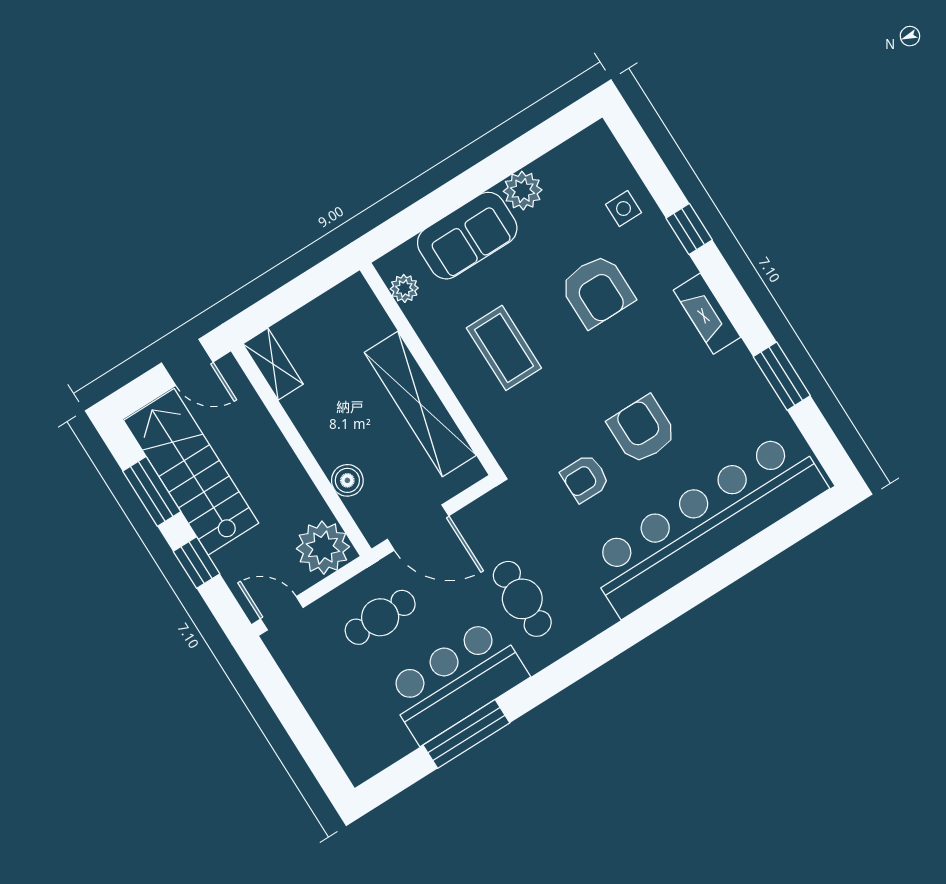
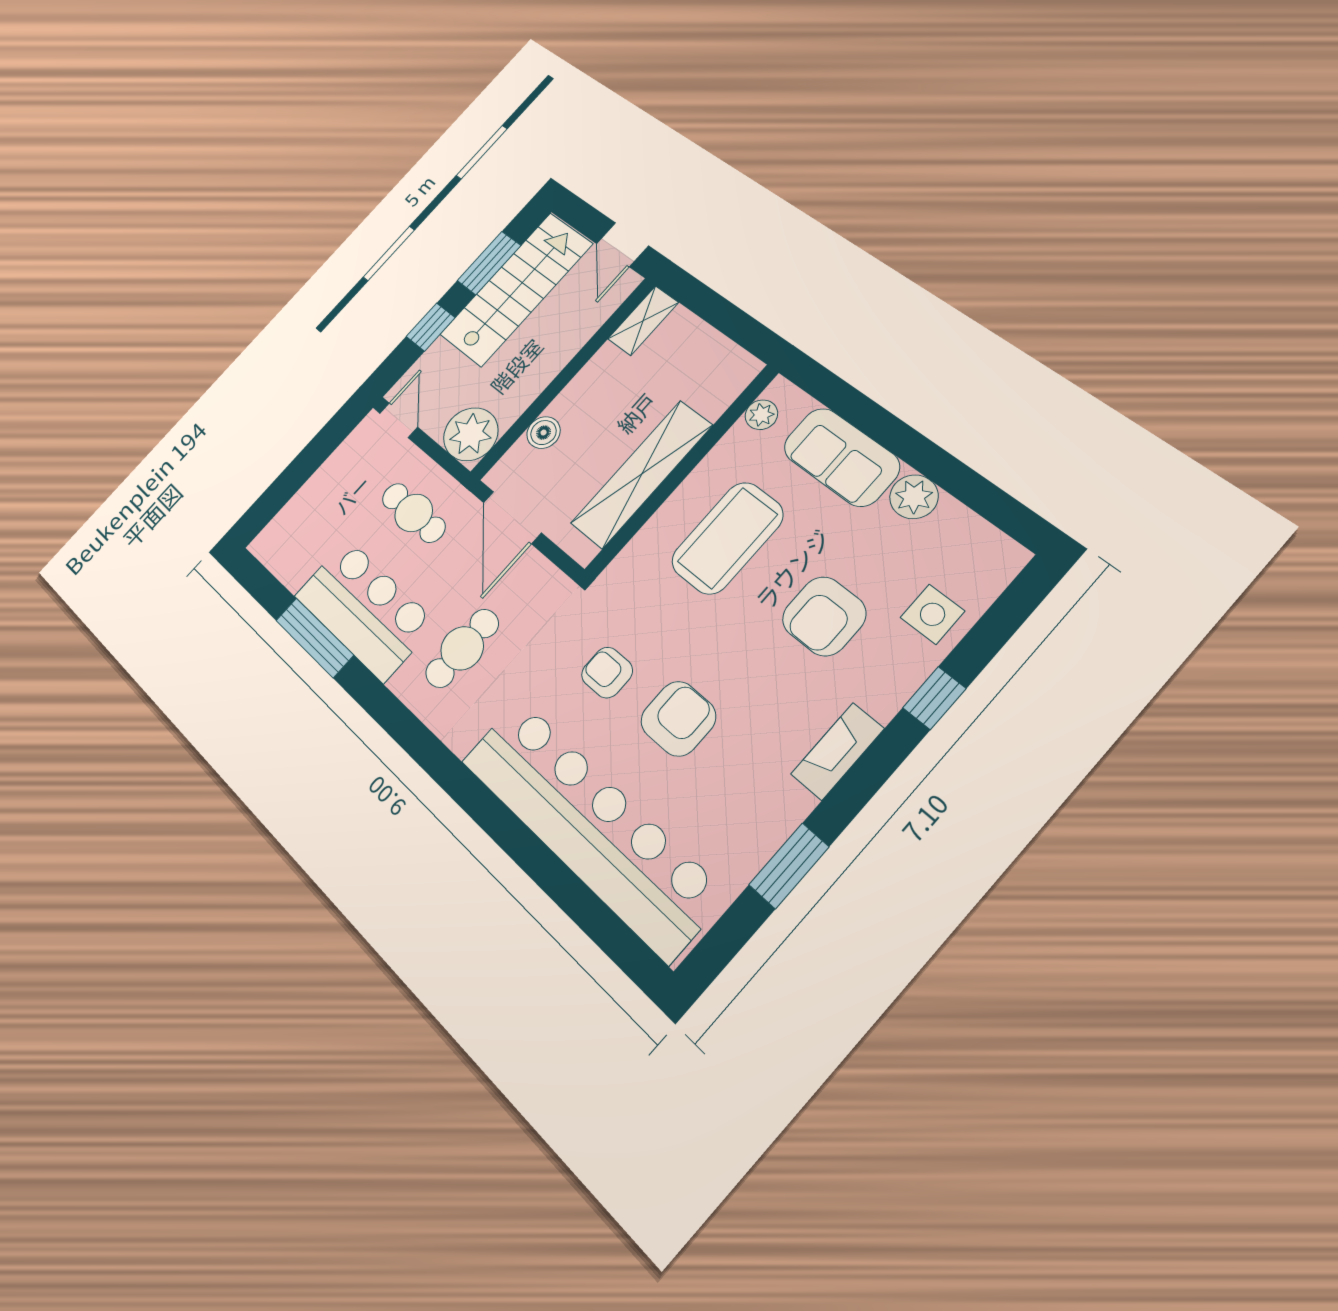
side table: (623, 209) -> (932, 614), width x1.37, depth x1.37
coffee table: (504, 348) -> (727, 538), width x1.36, depth x1.32

